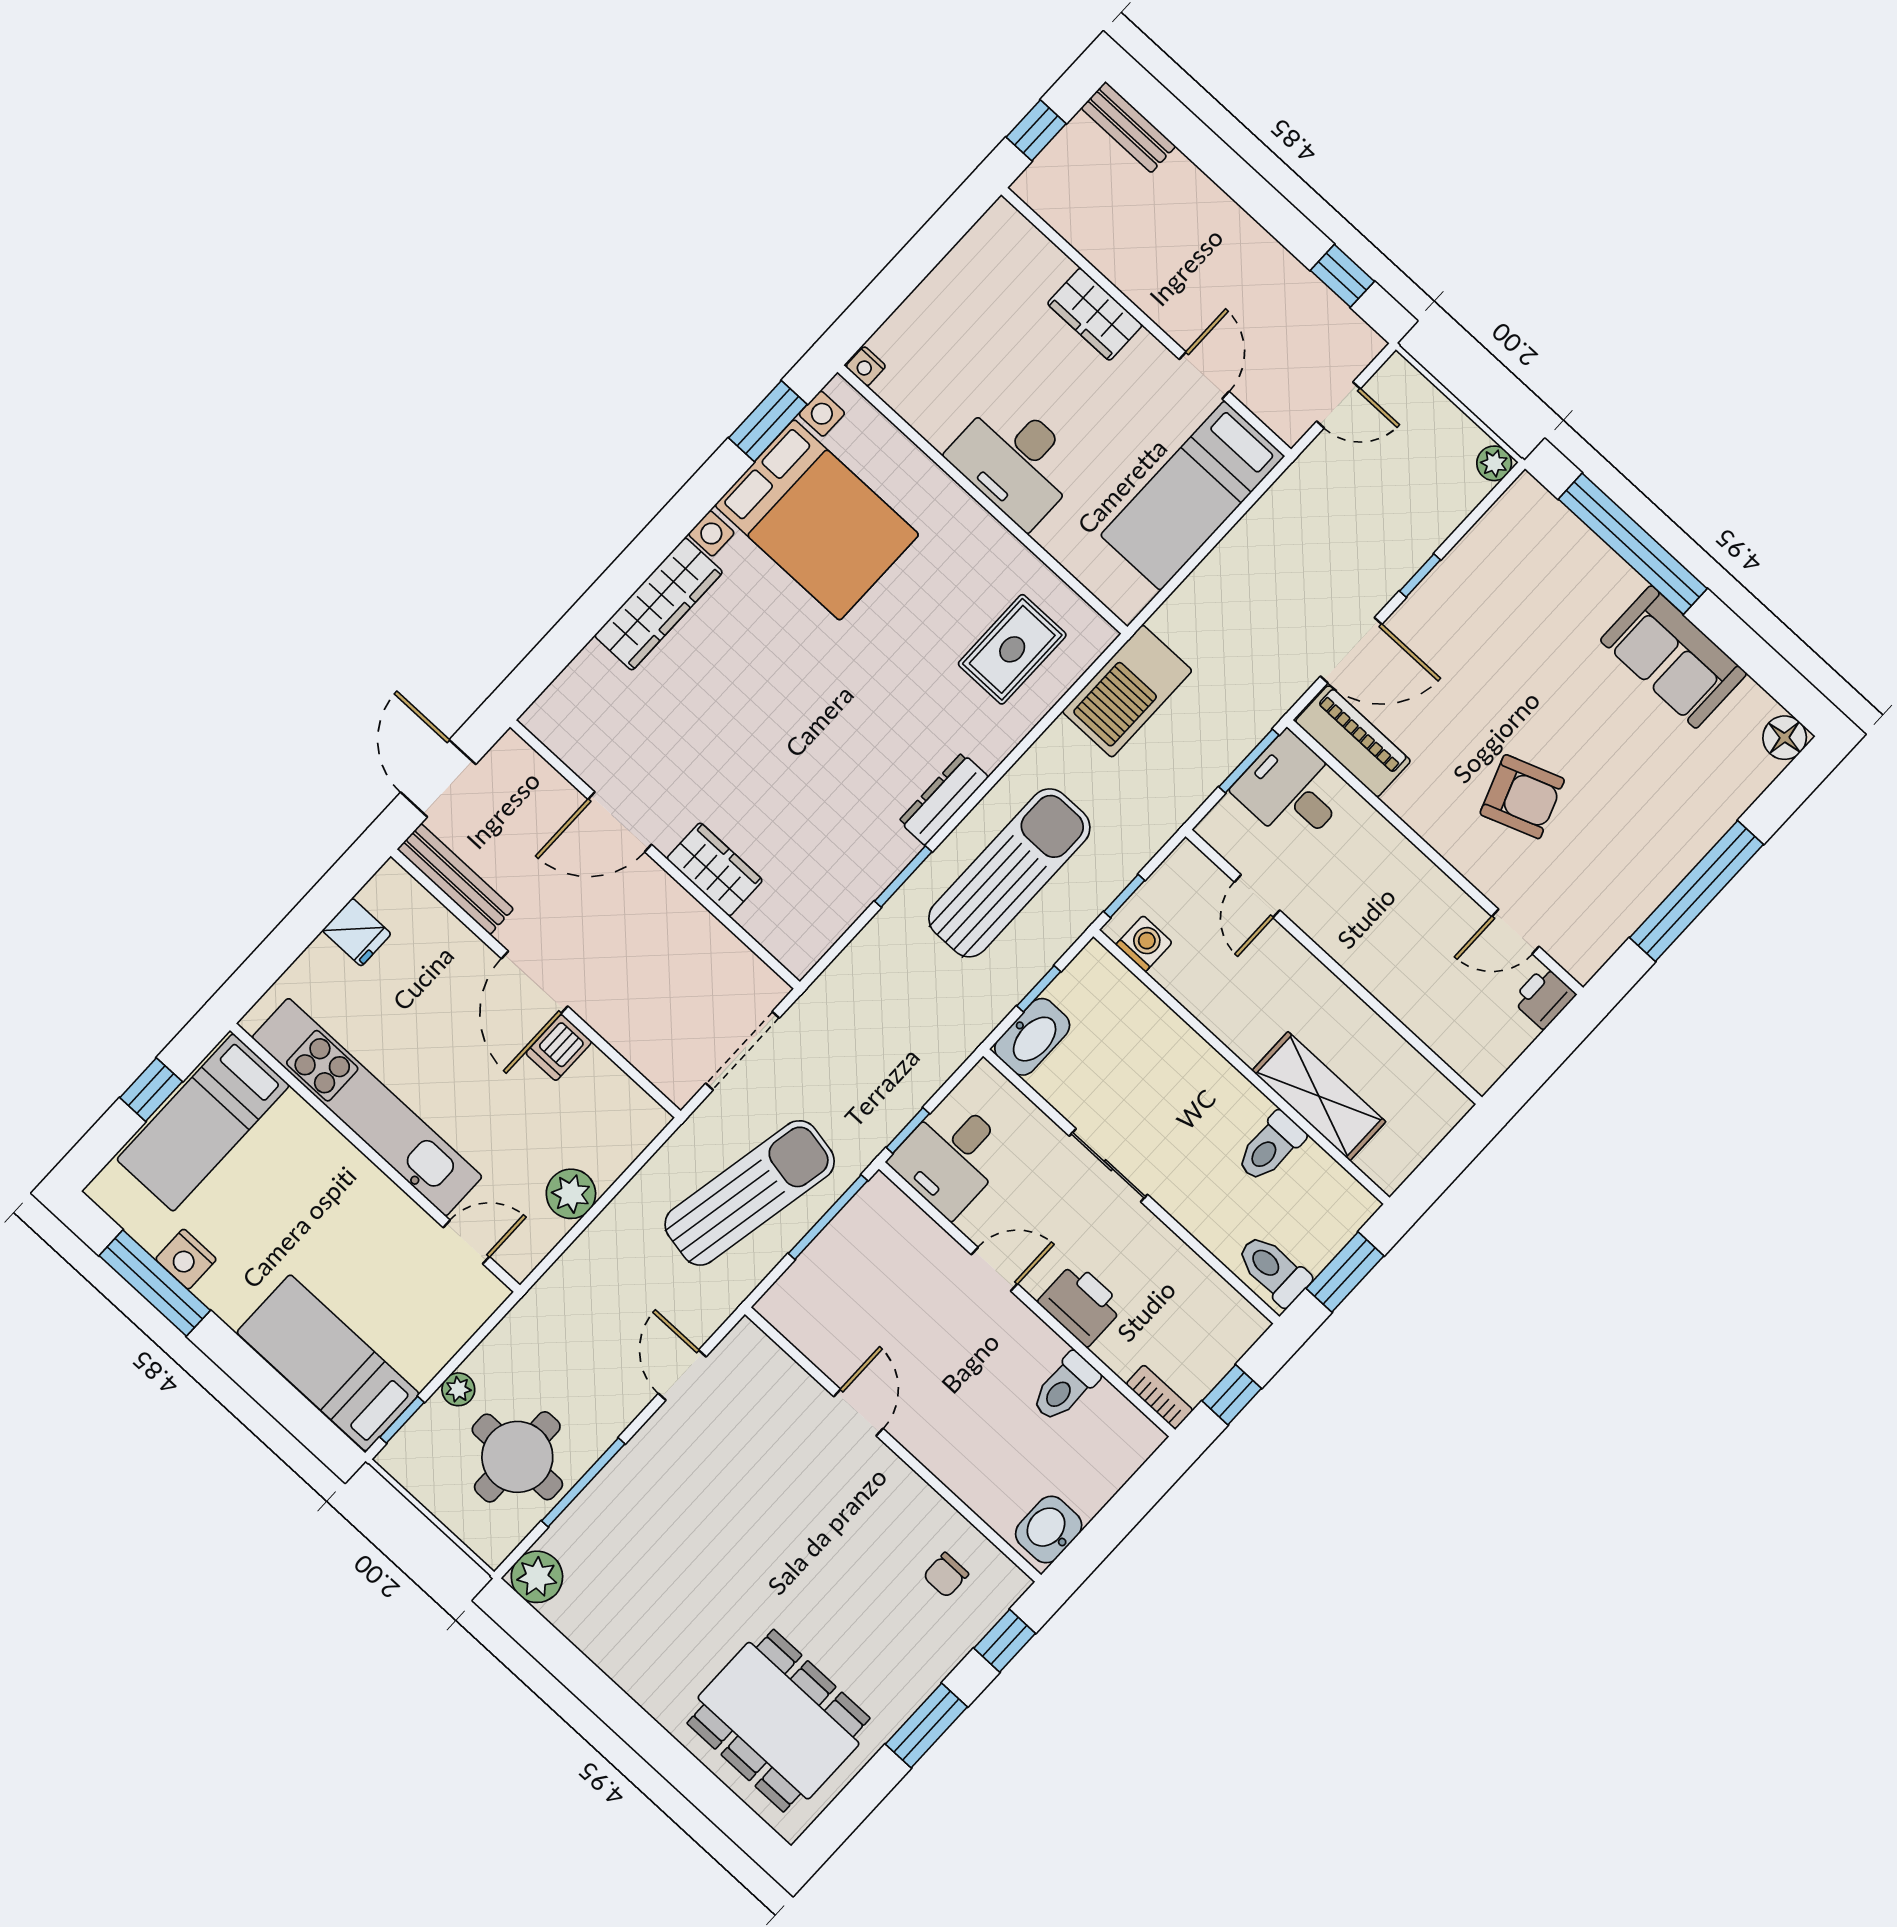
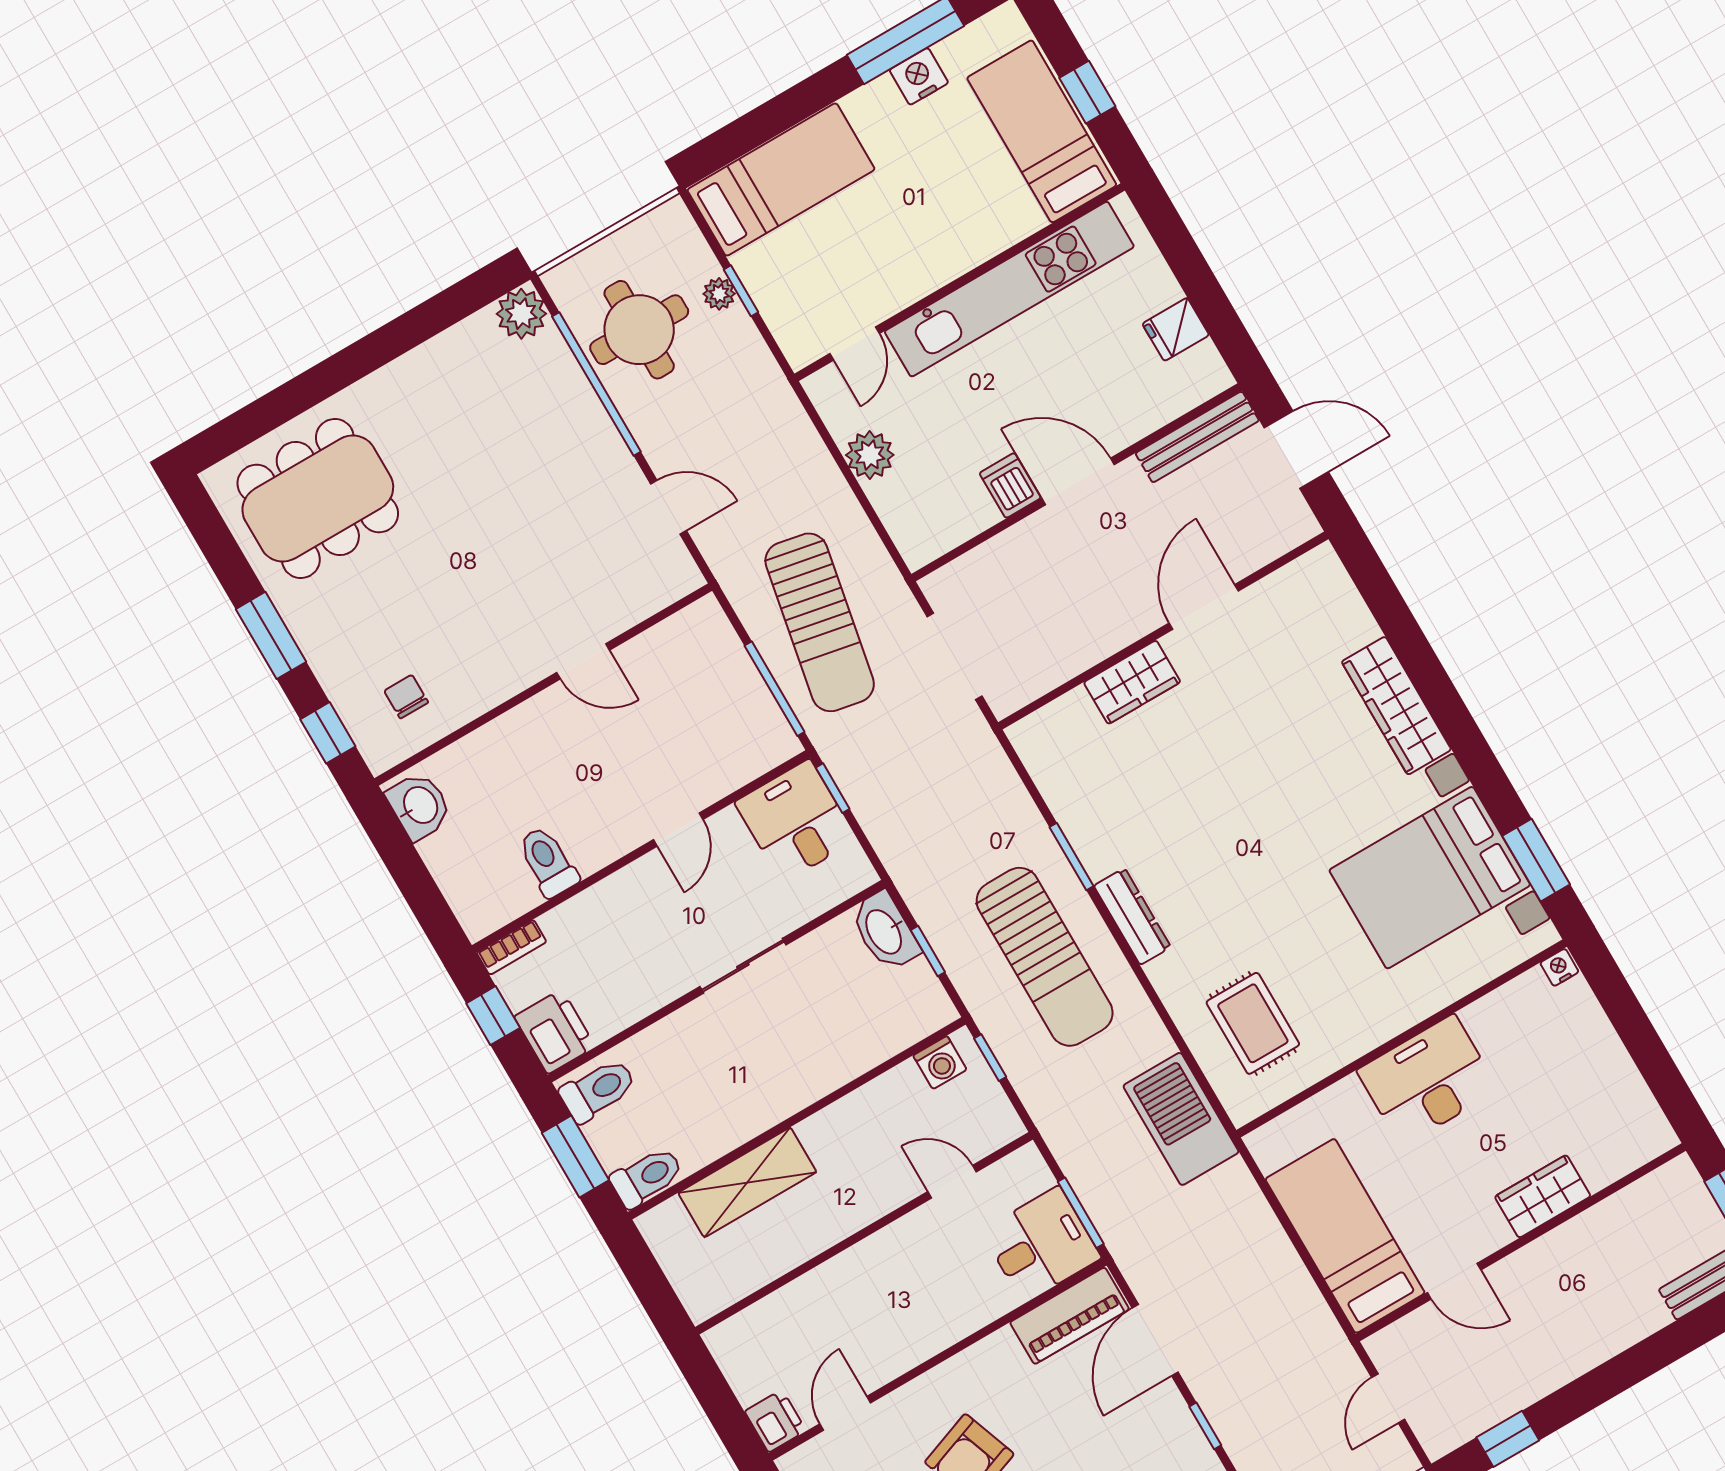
toilet: (1270, 1147) -> (647, 1177), moved, turned 90
printer: (1081, 1304) -> (555, 1032), moved, turned -90
window: (402, 1420) -> (741, 291), moved
window: (583, 1482) -> (596, 384), width x1.46

